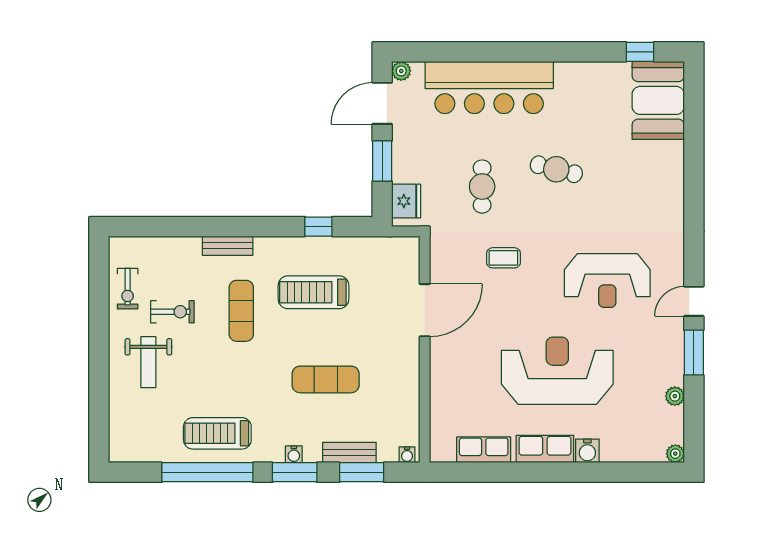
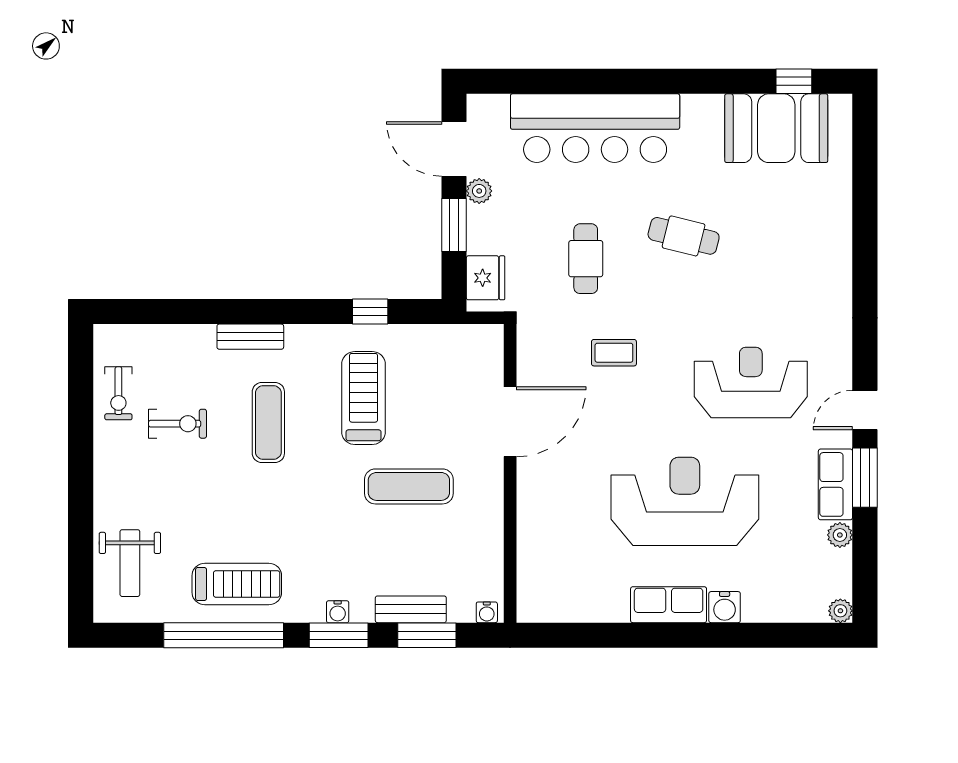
plant: (401, 71) -> (479, 191), moved
booth: (658, 100) -> (776, 128), moved, turned 90
door: (382, 103) -> (454, 149), hinge flipped
reception desk: (607, 280) -> (751, 383), turned 180
treadmill: (313, 292) -> (364, 398), turned 90
weight bench: (148, 362) -> (130, 563), moved
exercise mat: (326, 379) -> (409, 486), moved
treadmill: (217, 433) -> (237, 584), turned 180
row of seats: (484, 450) -> (835, 484), moved, turned -90

